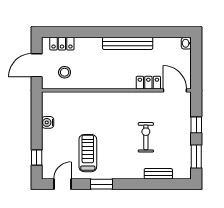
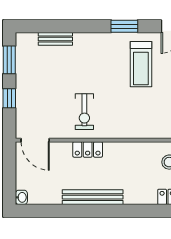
locker: (148, 83) -> (88, 149), moved
exercise bike: (146, 137) -> (84, 112), moved

